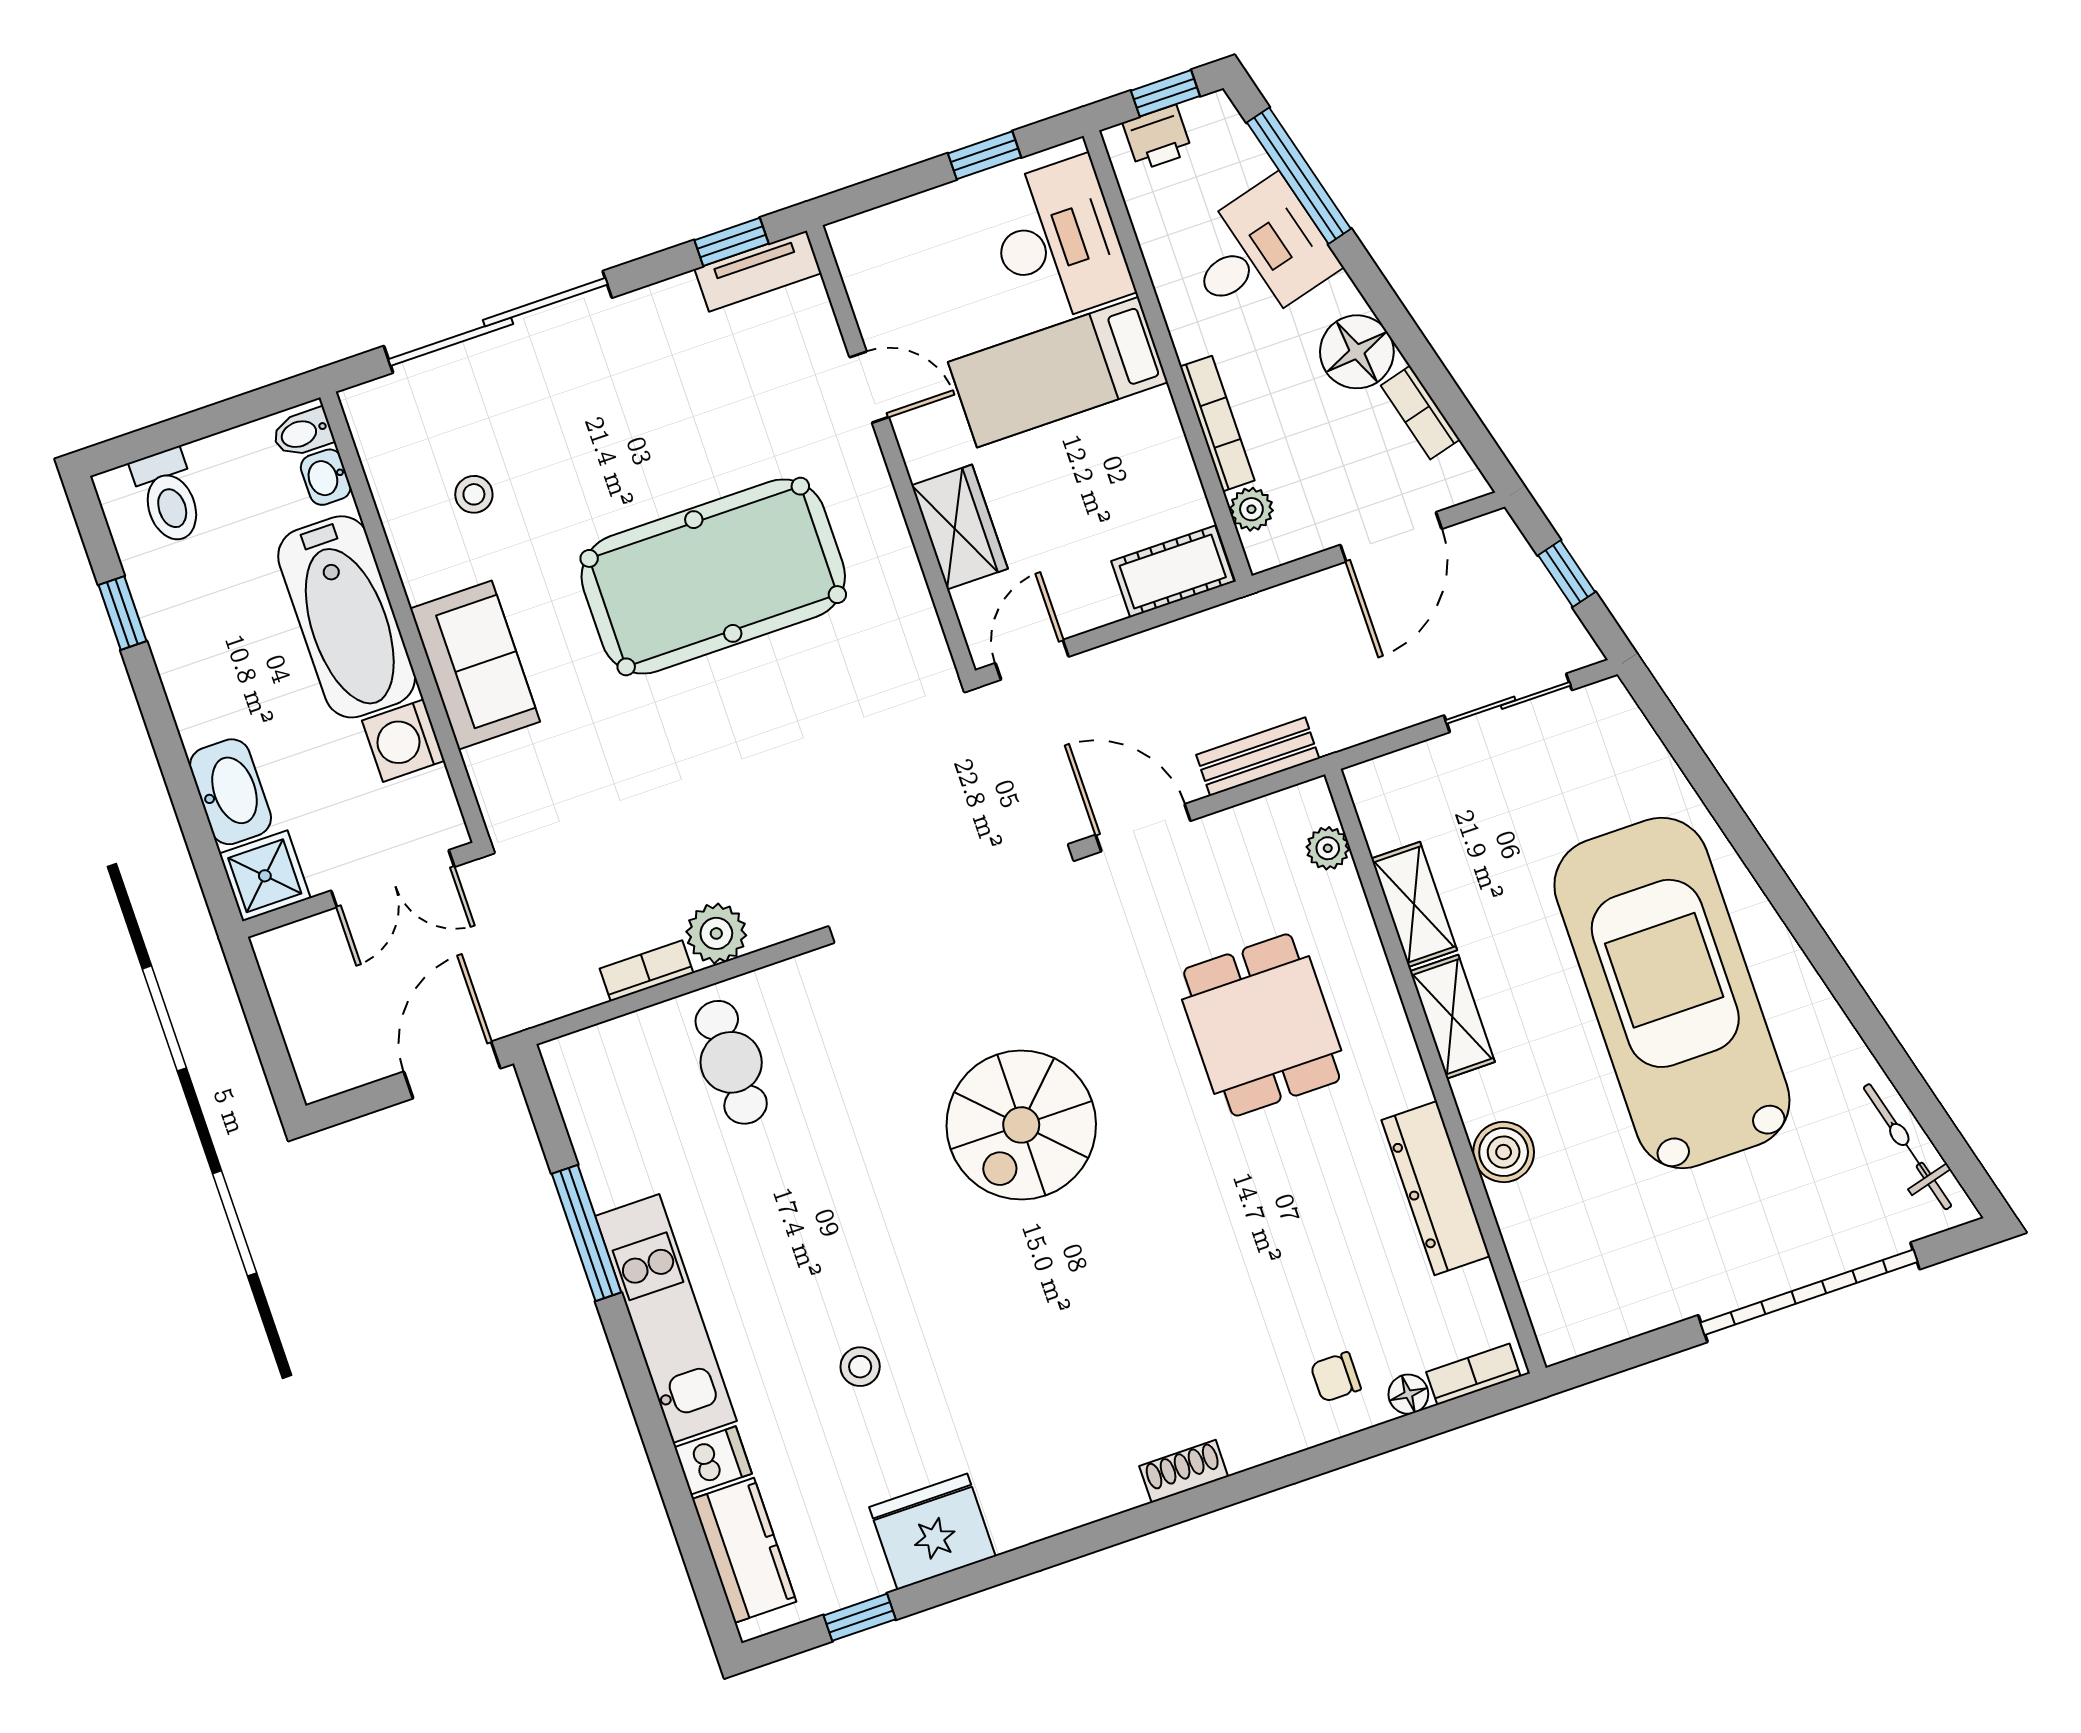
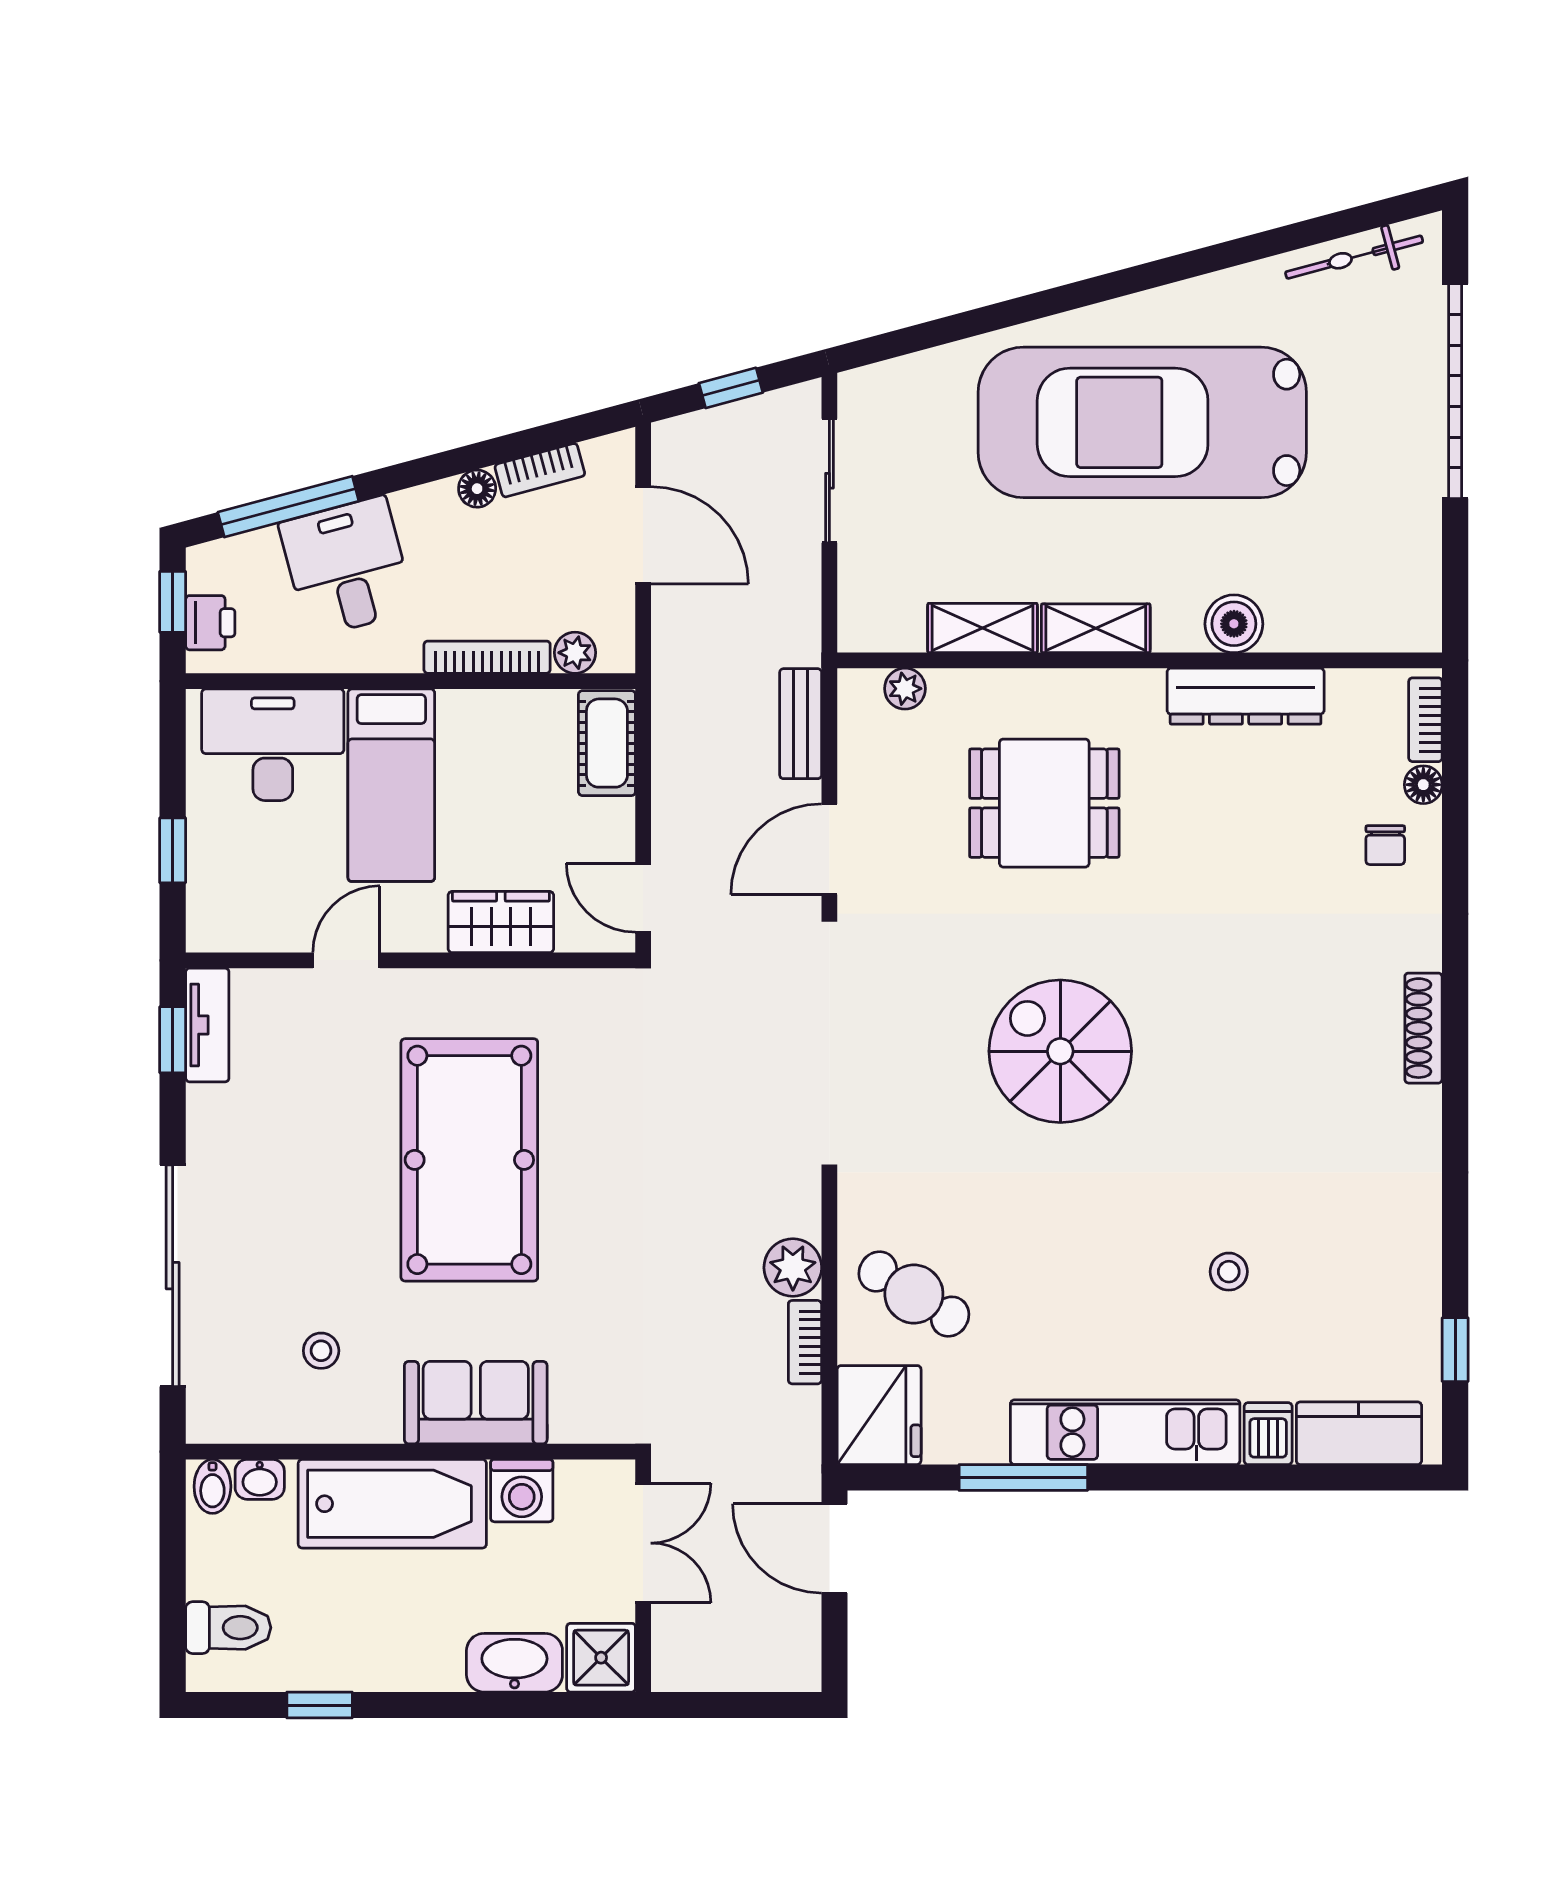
window: (985, 155) -> (173, 850), moved
floor lamp: (1357, 352) -> (477, 489), width x0.53, depth x0.53
cafe table: (731, 1062) -> (914, 1294), turned 32
spiral stairs: (1021, 1125) -> (1060, 1051), turned 180
shoe rack: (1184, 1471) -> (1423, 1028), width x1.43
fridge: (932, 1532) -> (879, 1415), moved, turned 180

